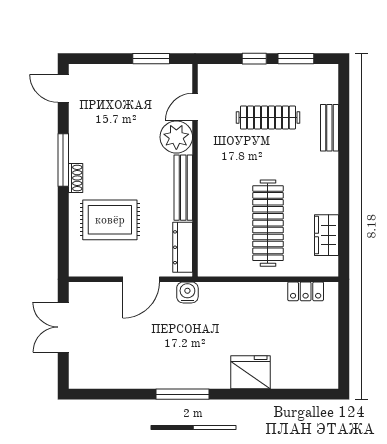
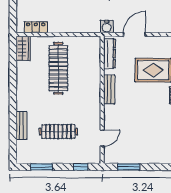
window: (254, 59) -> (81, 167), moved
plant: (176, 137) -> (113, 120), removed
bench: (183, 188) -> (109, 89), width x0.73
wardrobe: (327, 235) -> (23, 48), moved

